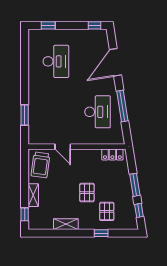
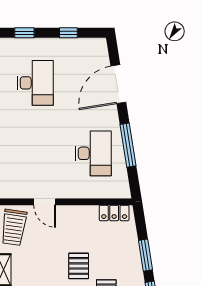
window: (95, 25) -> (68, 33), moved

